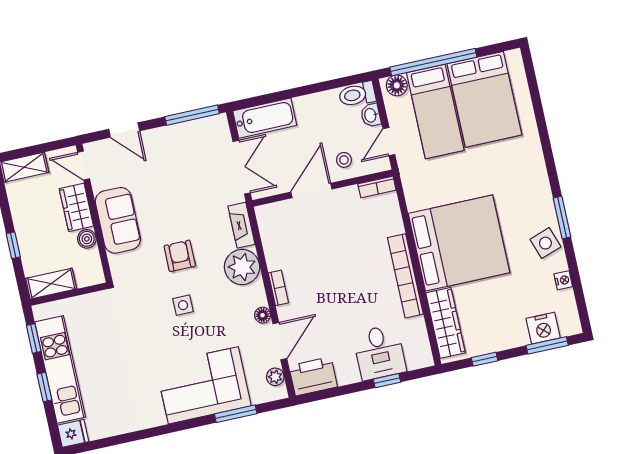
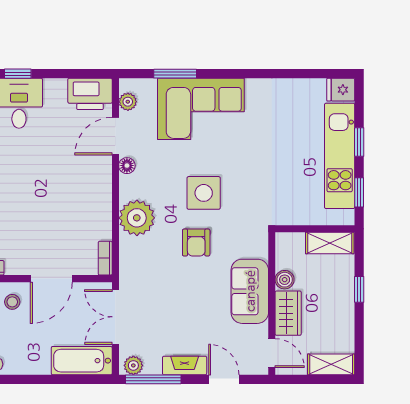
plant: (214, 124) -> (133, 365), added
fireplace: (241, 225) -> (185, 366), moved, turned -90
bookcase: (278, 288) -> (105, 258), moved
side table: (183, 305) -> (204, 193), width x1.87, depth x1.87

